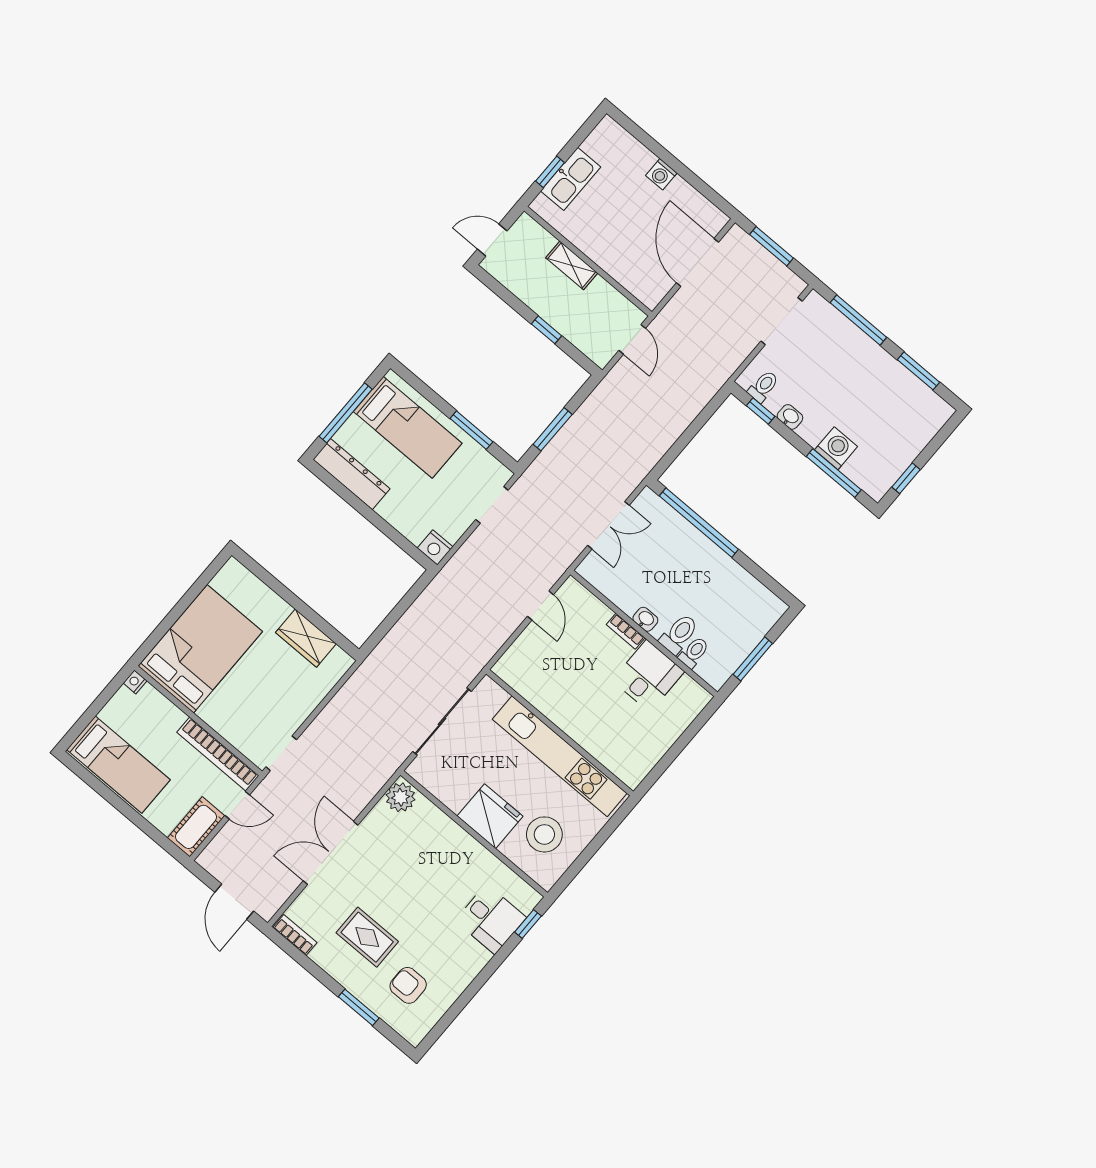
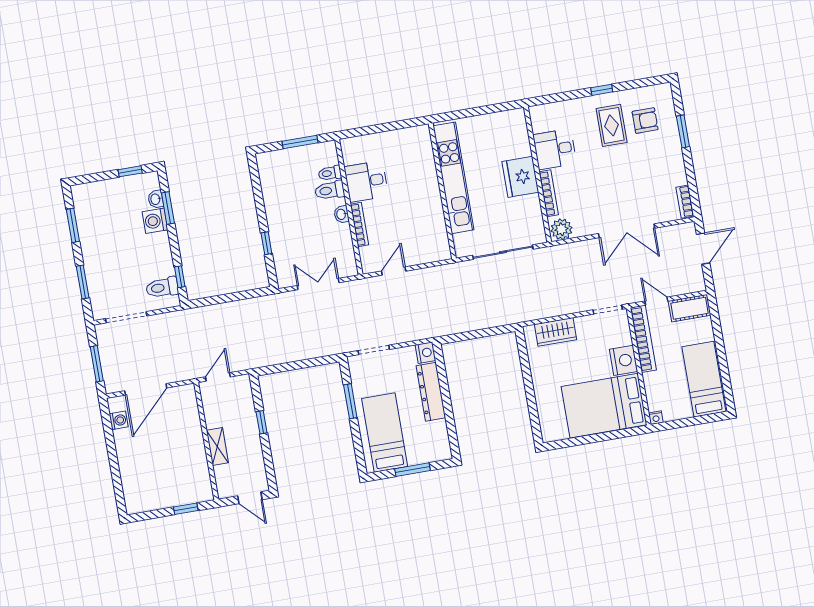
washing machine: (661, 174) -> (119, 420), moved
kitchen sink: (571, 179) -> (178, 495), removed
window: (858, 320) -> (83, 282), width x0.69
toilet: (763, 386) -> (162, 288), width x1.37, depth x1.39
window: (346, 413) -> (413, 470), width x0.69
washbasin: (790, 417) -> (156, 199), moved
window: (553, 429) -> (305, 364), removed
window: (834, 473) -> (168, 208), width x0.69
dresser: (351, 474) -> (431, 392), moved
window: (699, 523) -> (266, 243), width x0.32
bookcase: (626, 631) -> (359, 225), width x1.56
wardrobe: (306, 638) -> (555, 332), moved, turned 90
nightstand: (220, 714) -> (623, 360), added
bookcase: (446, 824) -> (549, 193), added
stool: (544, 834) -> (498, 141), removed
desk: (491, 919) -> (555, 149), moved, turned -90
window: (528, 924) -> (602, 90), moved
rug: (367, 937) -> (612, 125), moved
armchair: (408, 985) -> (645, 121), turned -90

